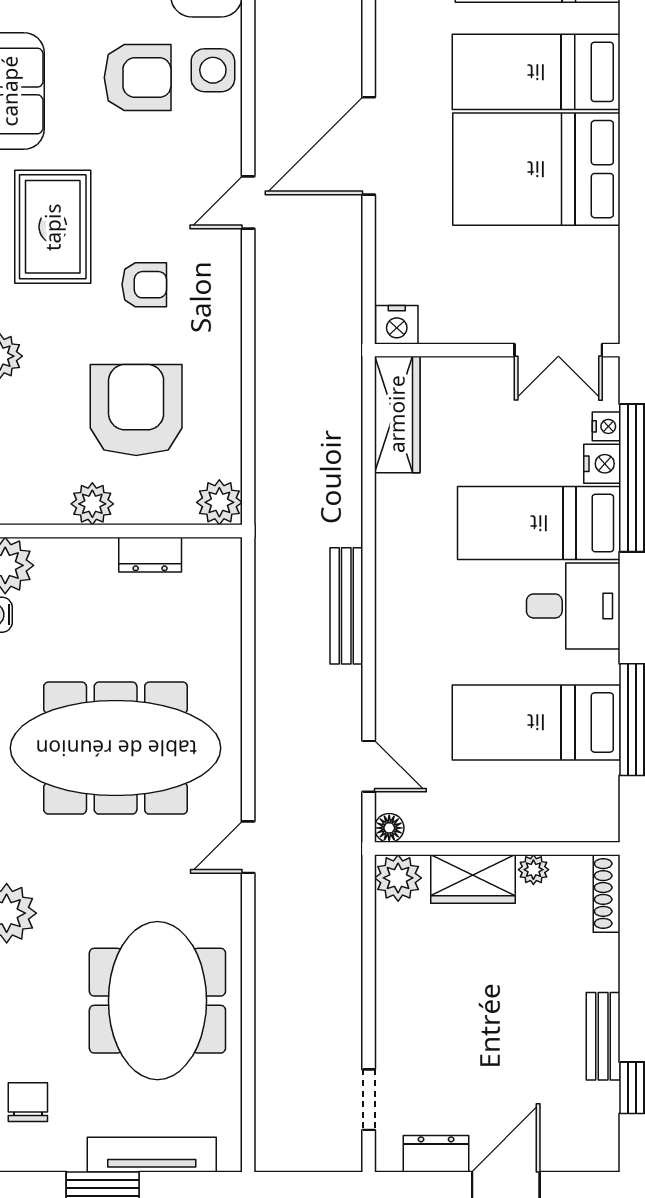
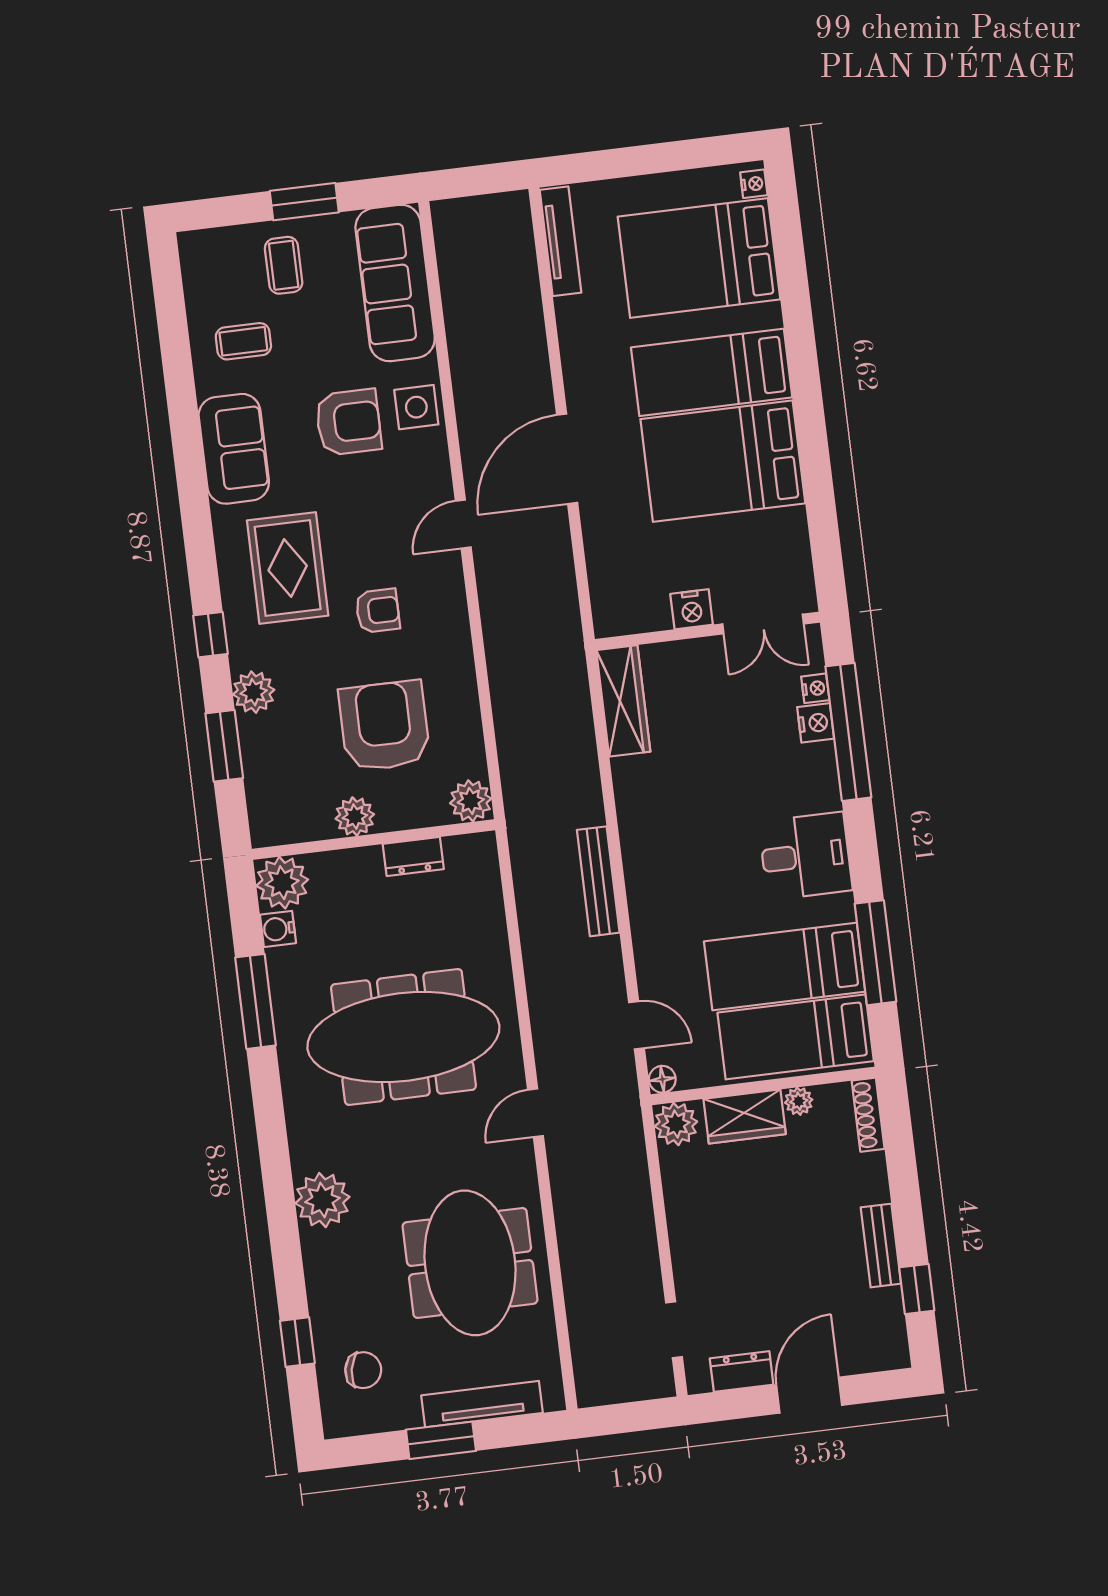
nightstand: (397, 325) -> (692, 609), moved
bed: (539, 523) -> (796, 1037), moved
chair: (28, 1102) -> (363, 1370), turned 100

